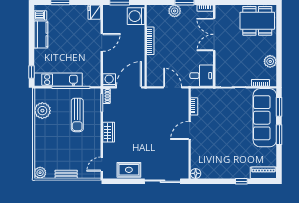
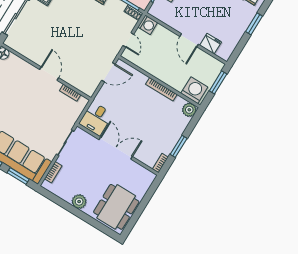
plant: (175, 11) -> (189, 110), moved
fridge: (94, 12) -> (211, 44), moved
double door: (214, 34) -> (116, 148), moved
plant: (270, 61) -> (79, 202), moved
door: (129, 87) -> (128, 40), width x0.53
door: (173, 87) -> (108, 72), moved

